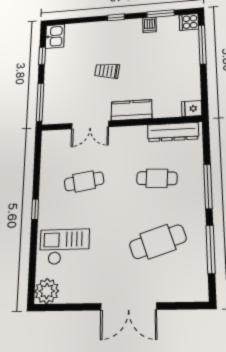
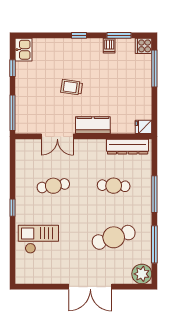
plant: (47, 291) -> (142, 274), moved

